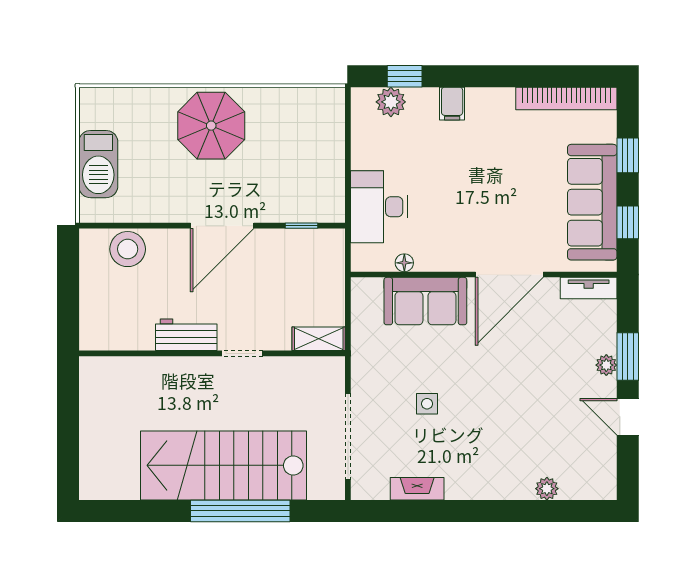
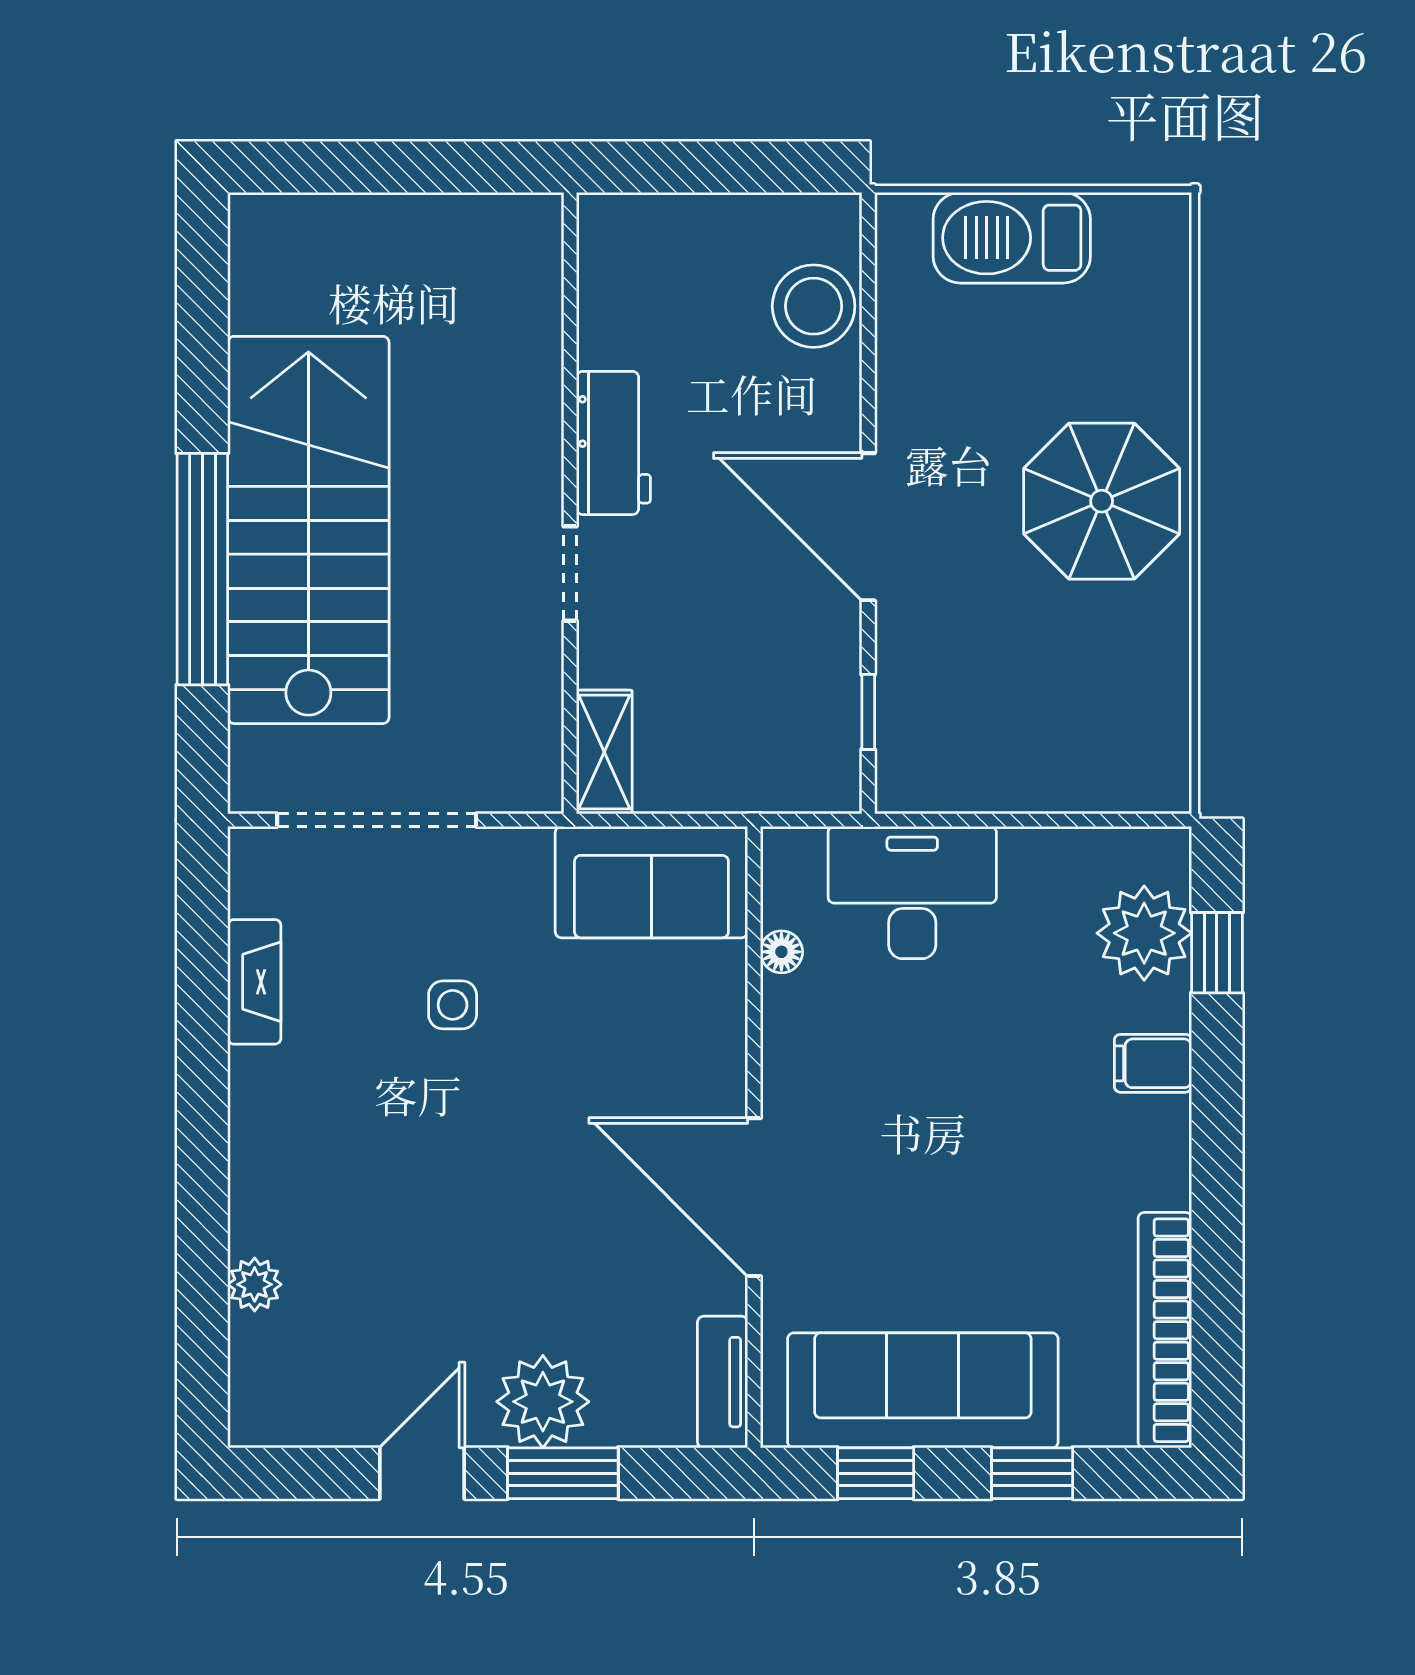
plant: (391, 102) -> (1144, 933), width x1.36, depth x1.36
sofa: (425, 301) -> (651, 882), moved, turned -90
plant: (606, 365) -> (543, 1402), width x1.88, depth x1.88

